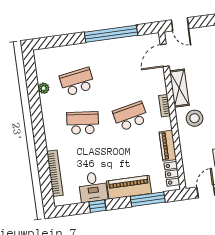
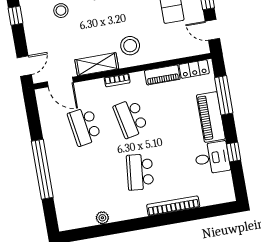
window: (111, 34) -> (42, 169), moved
school desk: (77, 82) -> (84, 126), moved
bookcase: (55, 173) -> (173, 206), moved

